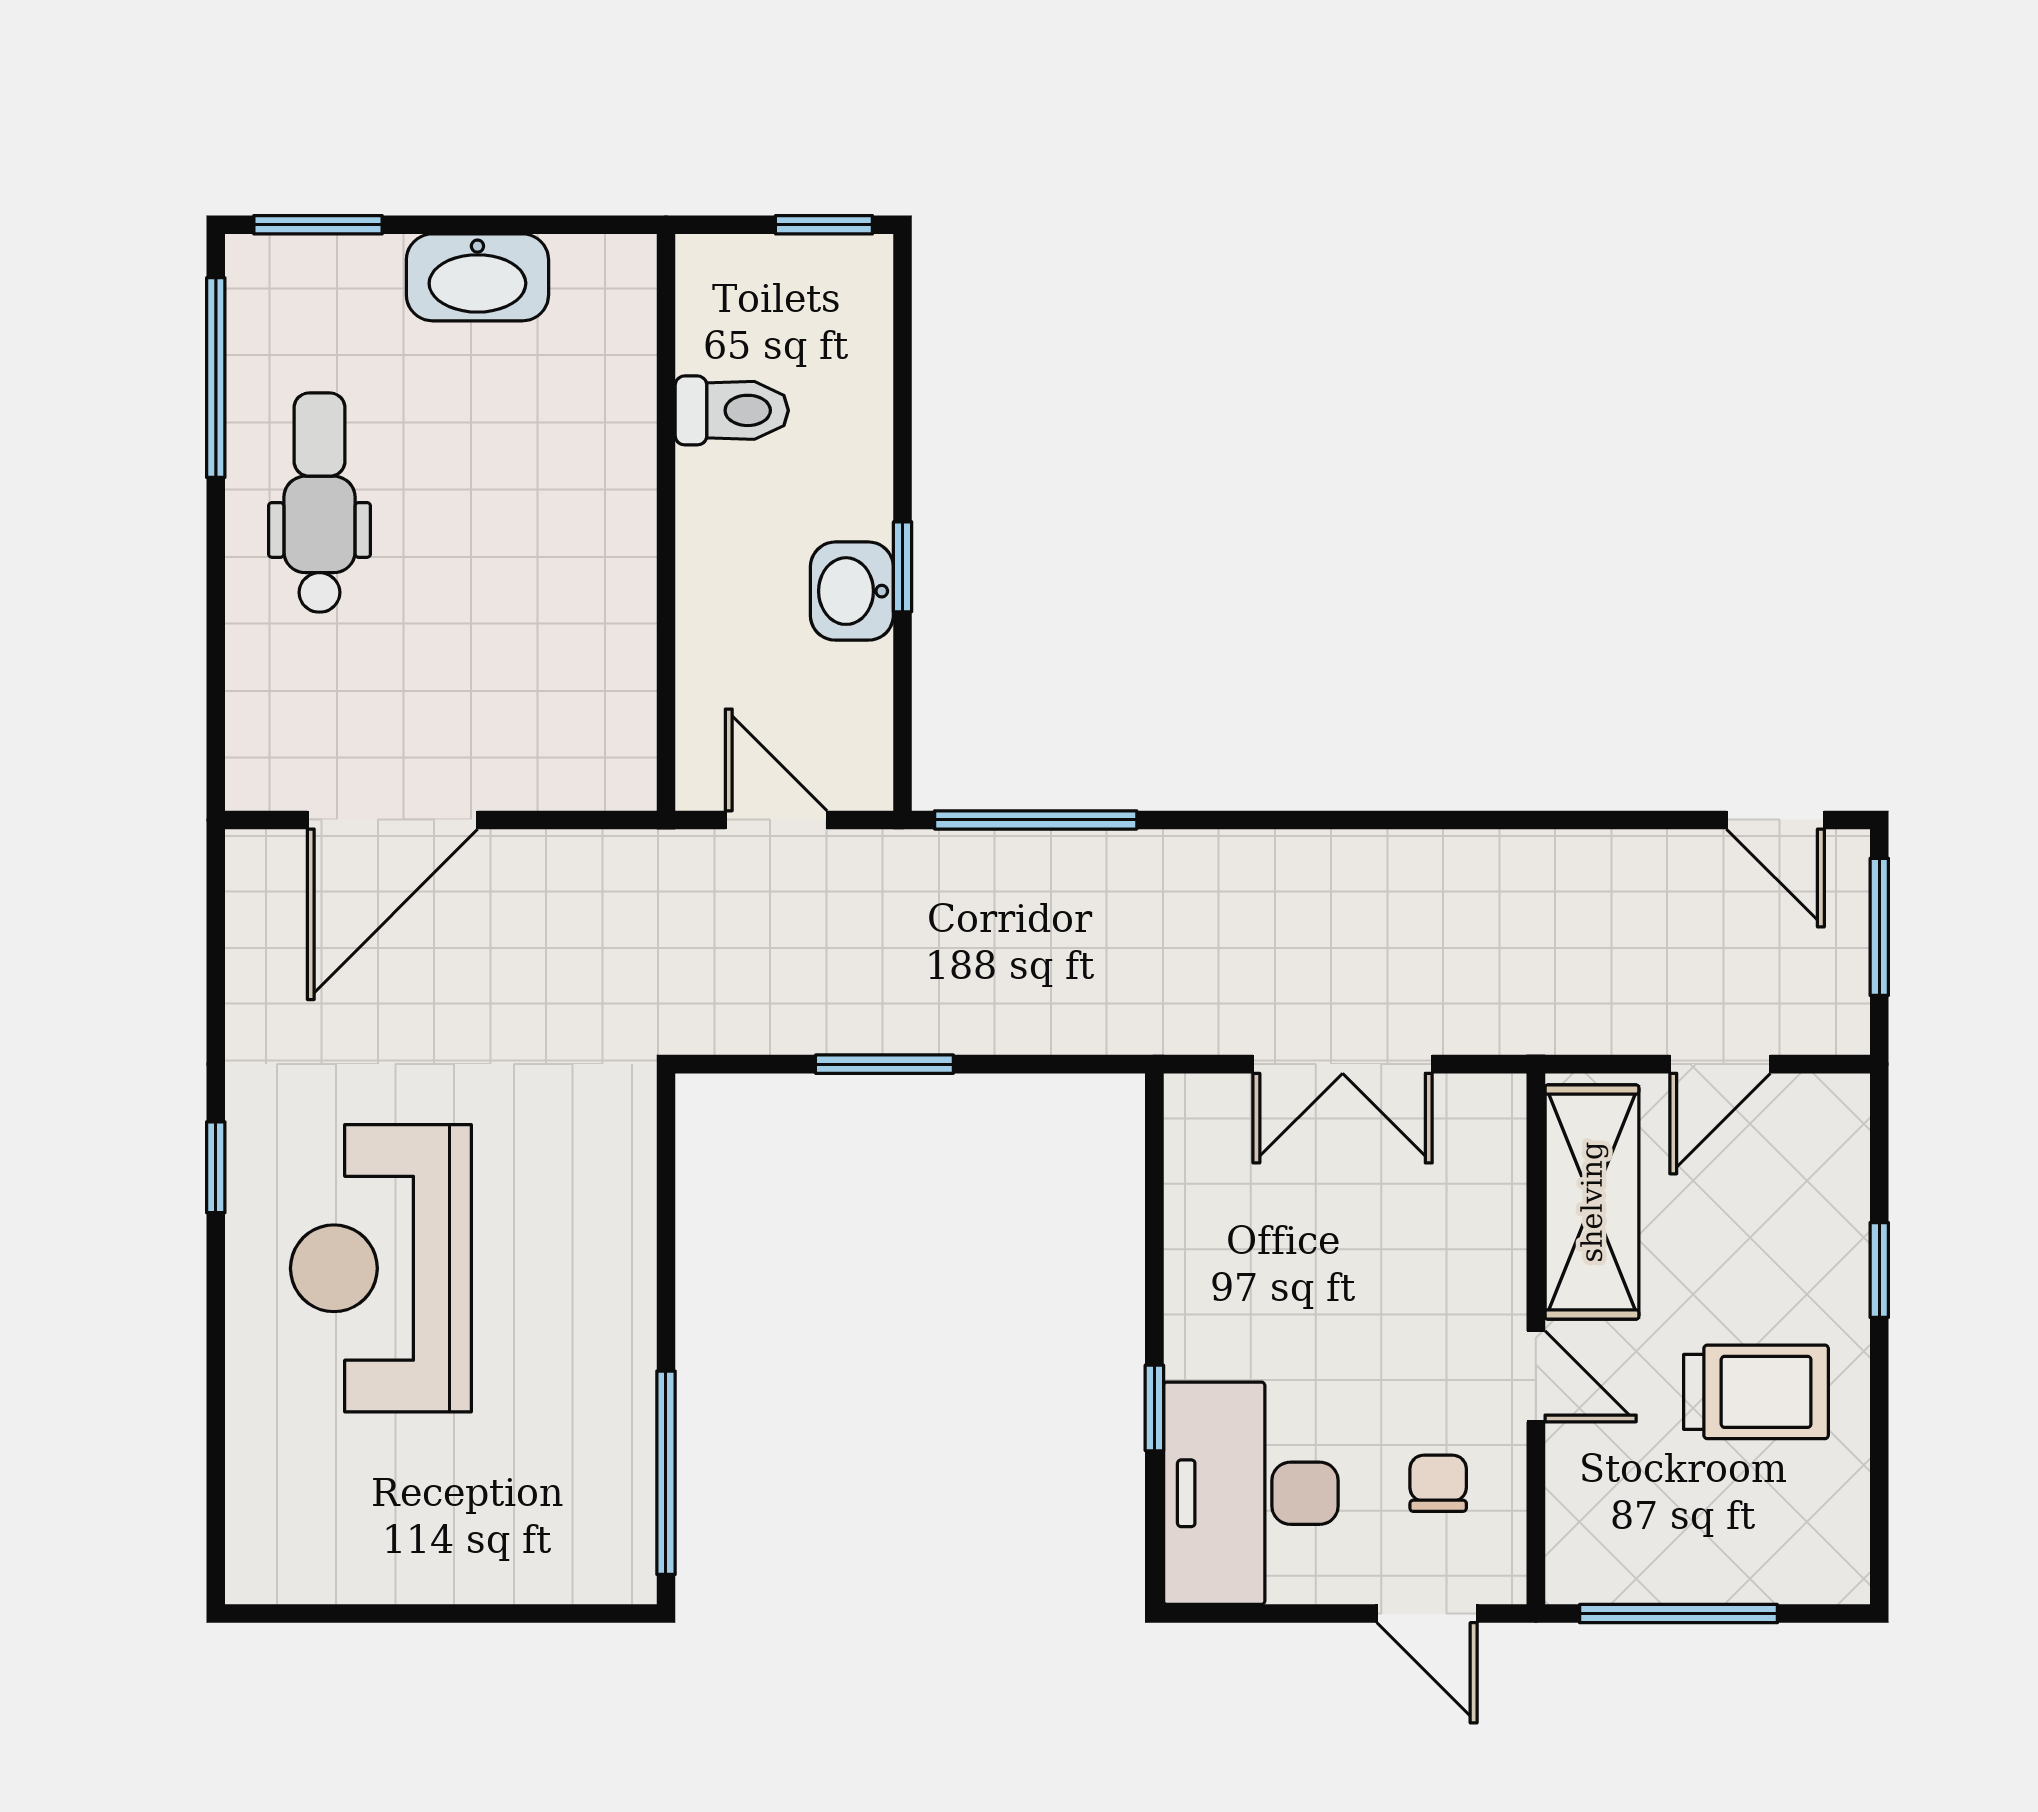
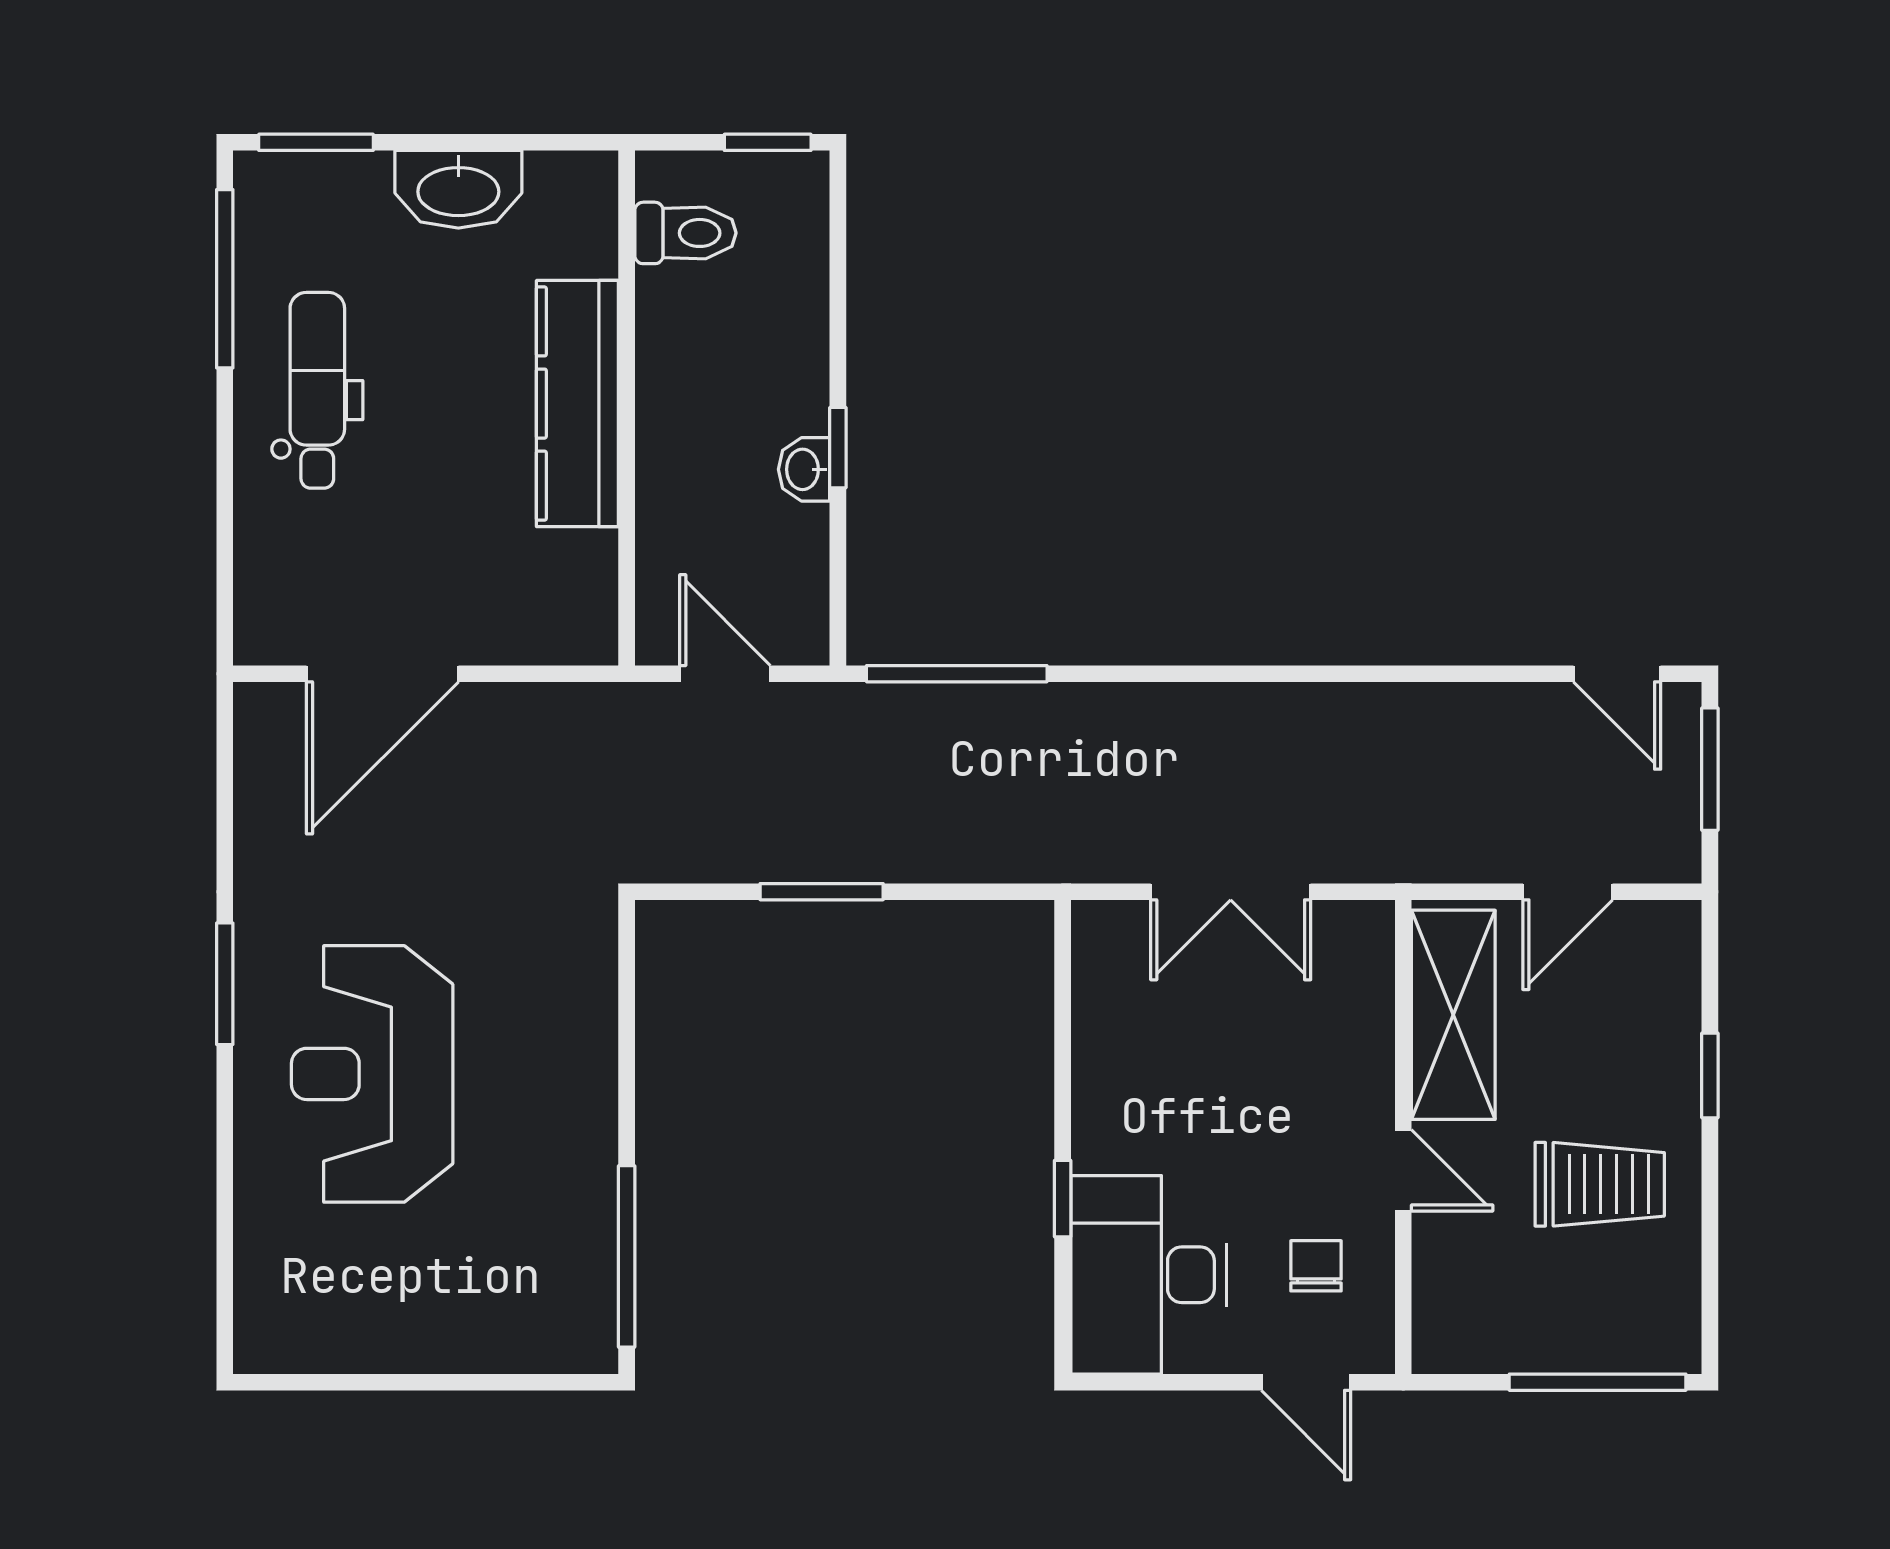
toilet: (732, 410) -> (685, 233), moved
kitchen counter: (611, 517) -> (577, 404), added
washbasin: (852, 591) -> (804, 469), width x0.72, depth x0.69
window: (216, 1167) -> (225, 984), width x1.50
window: (1678, 1614) -> (1598, 1382), moved

